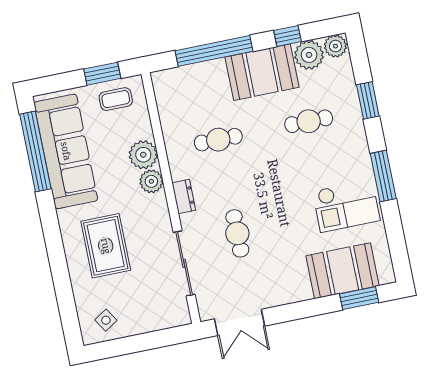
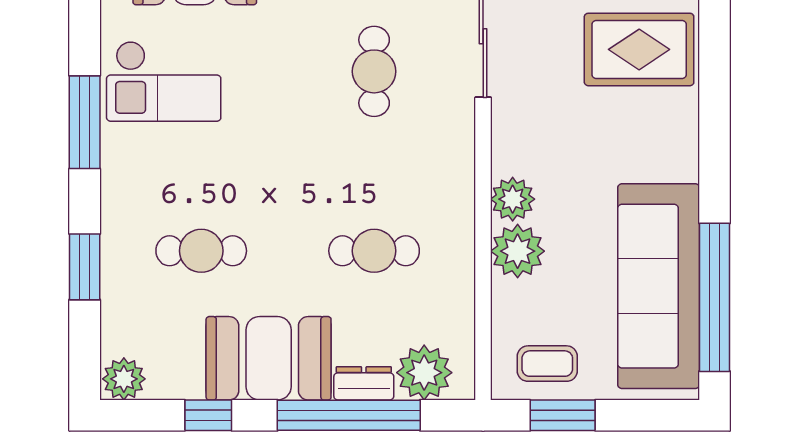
plant: (309, 55) -> (424, 373), moved
dresser: (184, 196) -> (364, 383), moved, turned 90
checkout: (346, 206) -> (164, 81), turned 180
rug: (106, 246) -> (639, 49), moved, turned 90

